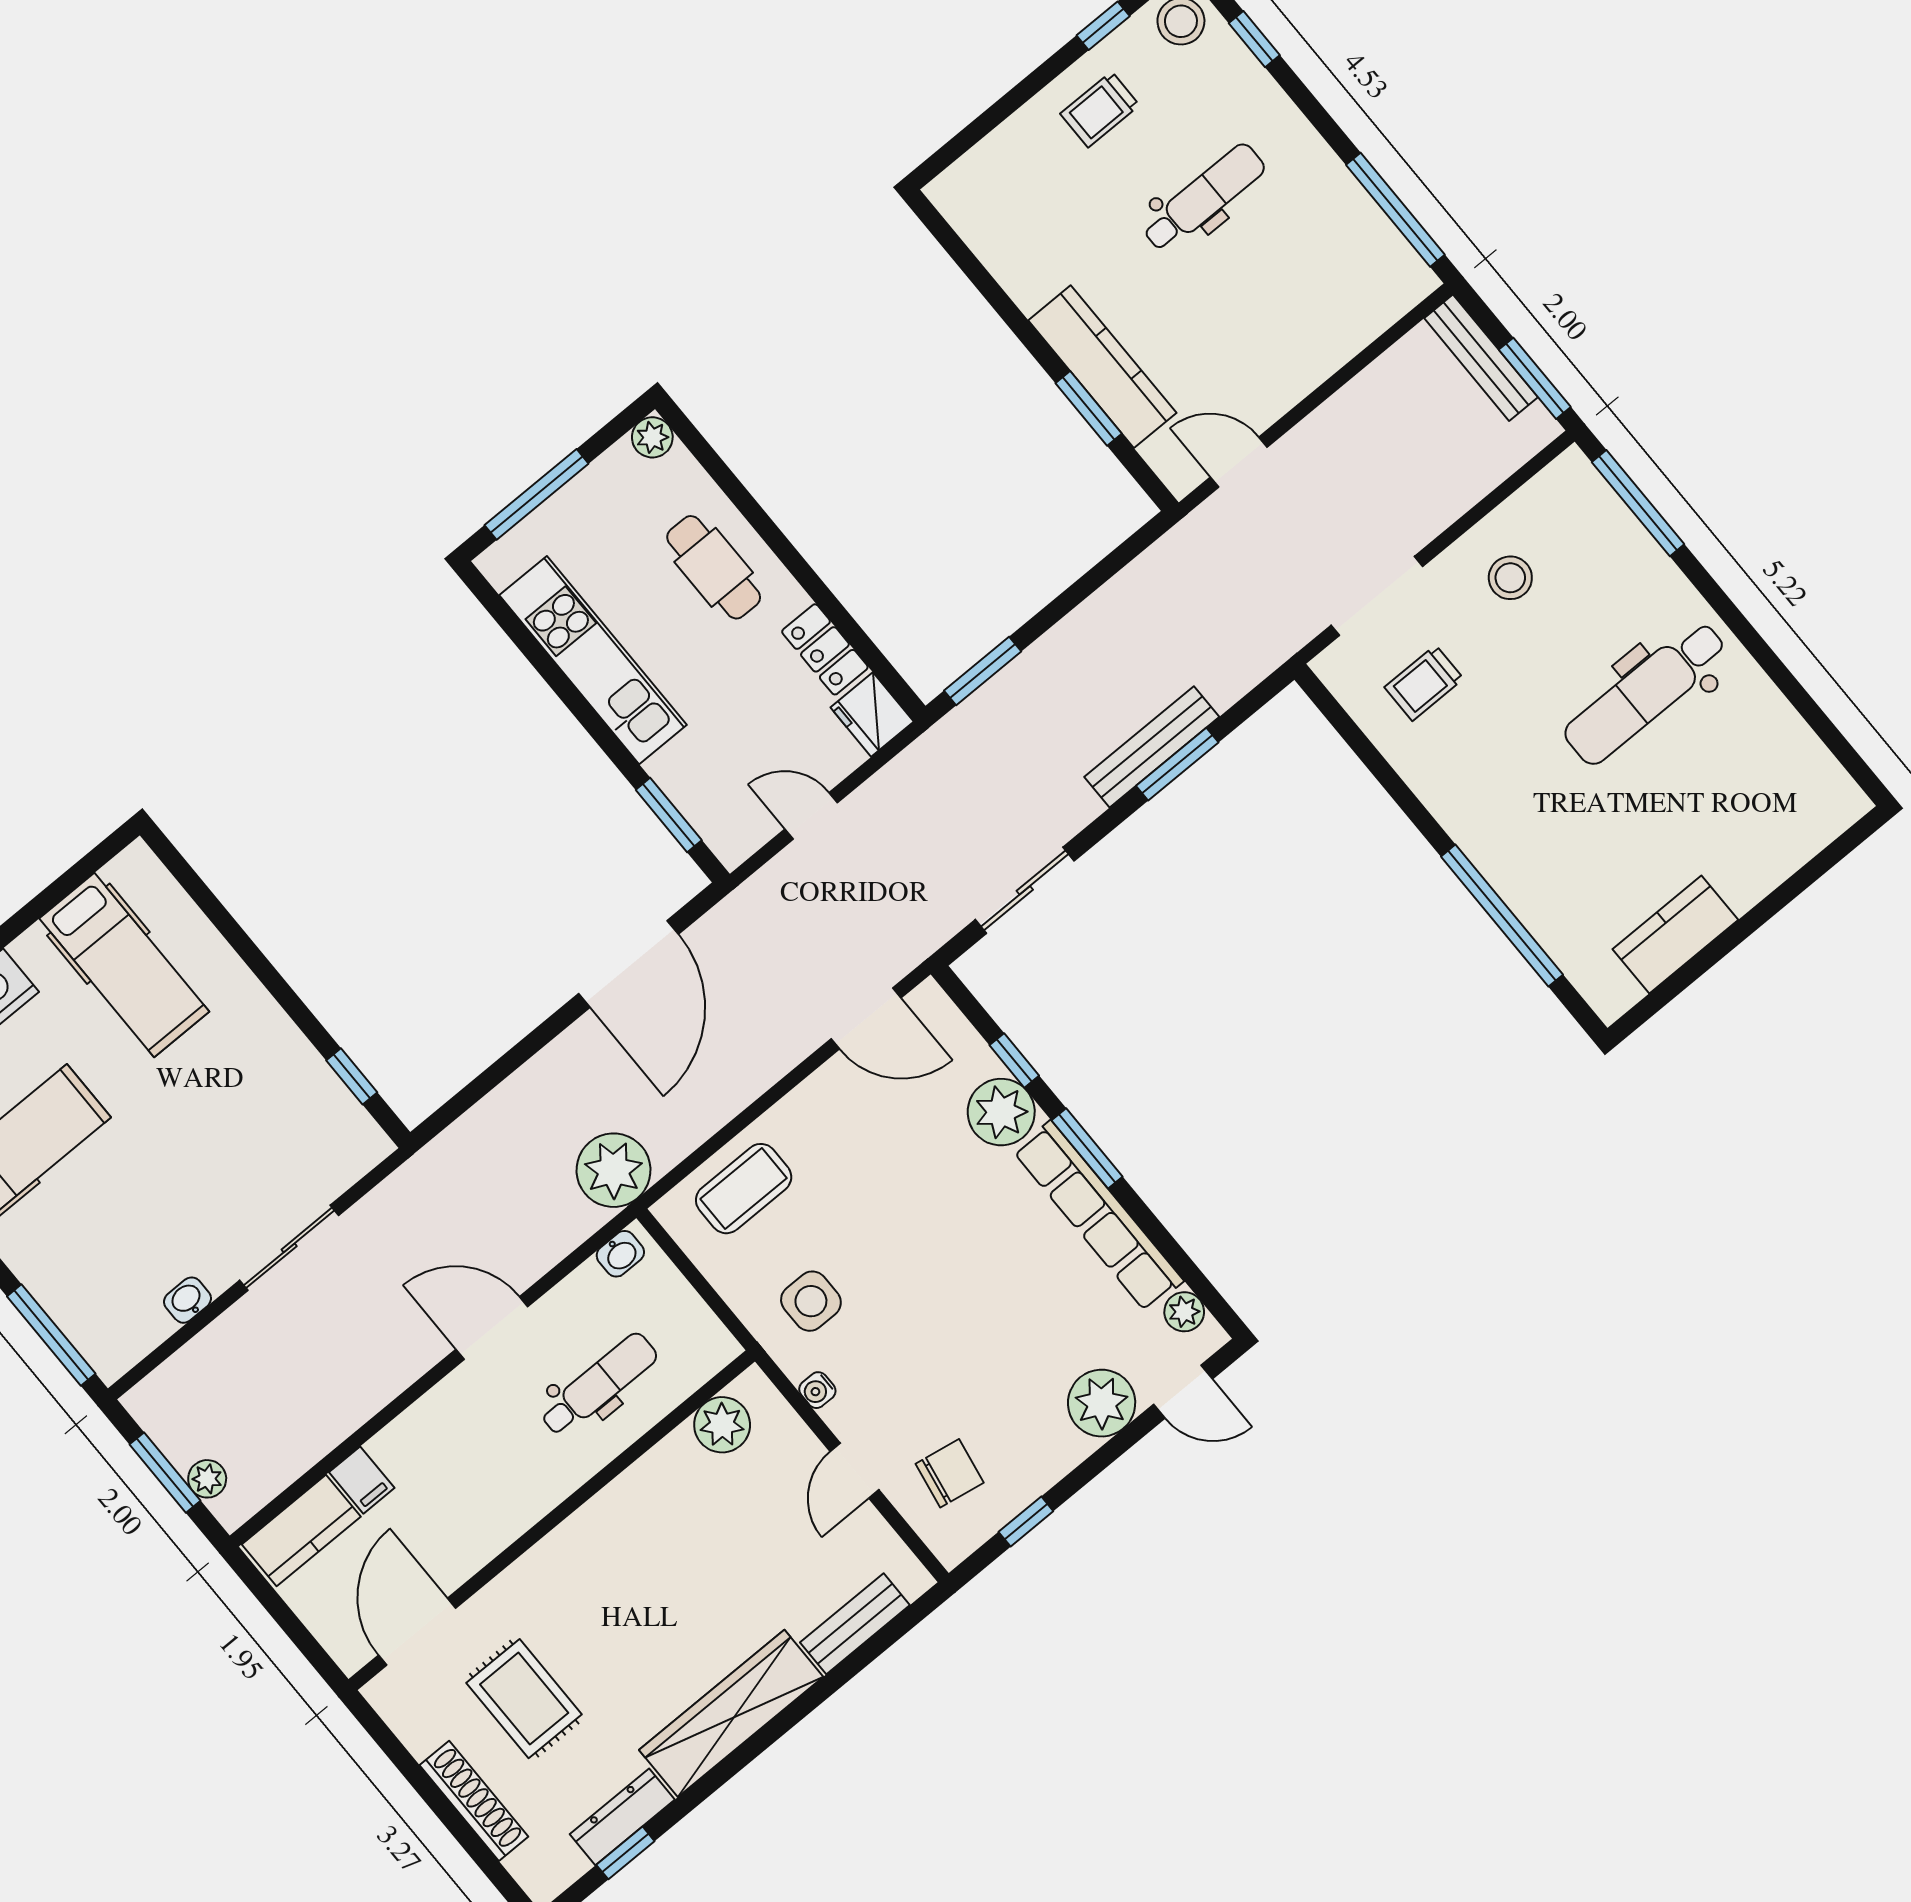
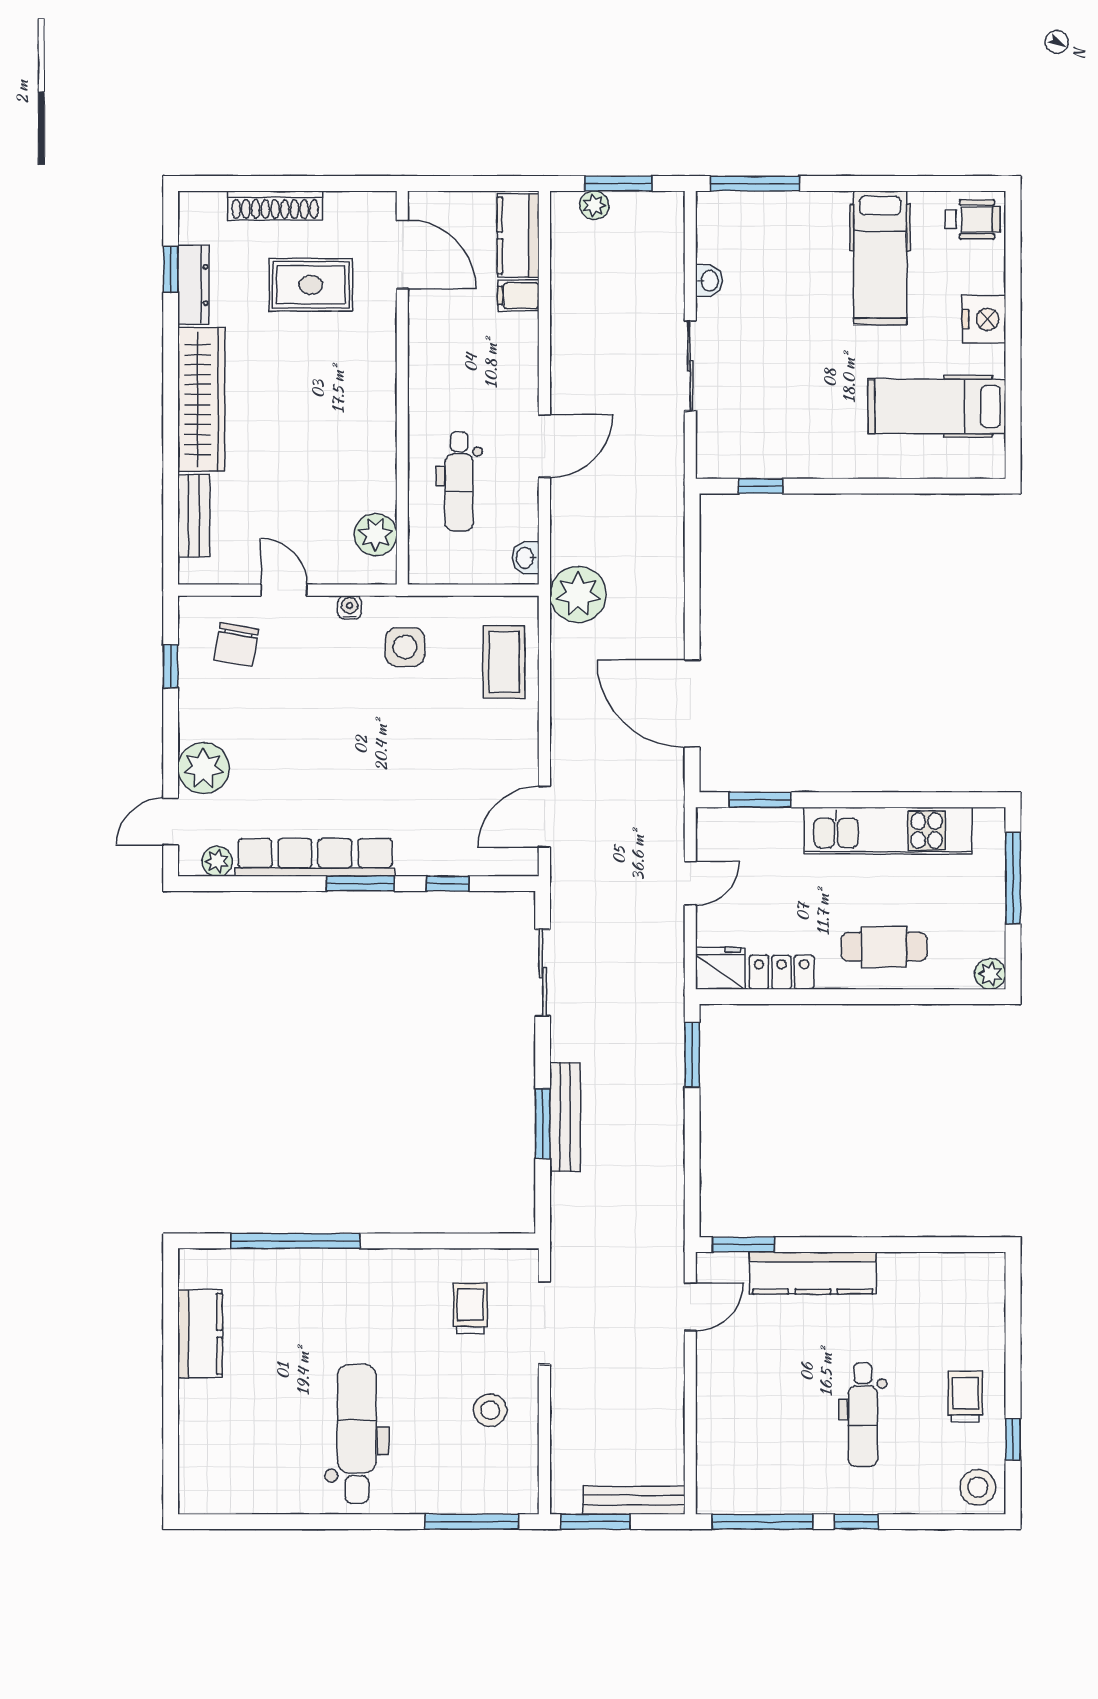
window: (1254, 39) -> (856, 1522), moved
window: (1089, 408) -> (743, 1245), moved
plant: (1001, 1112) -> (424, 851), removed

